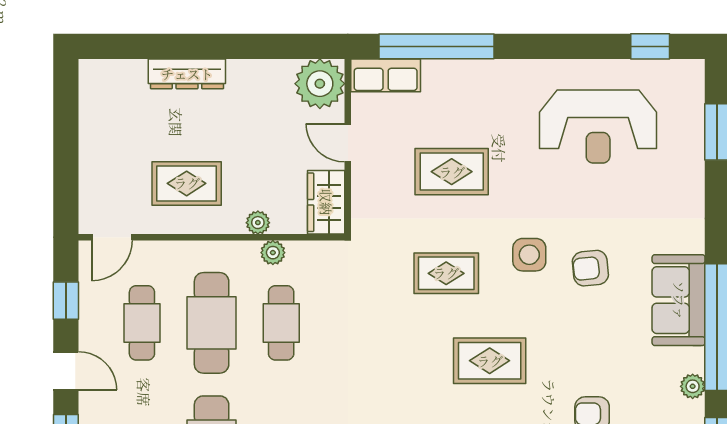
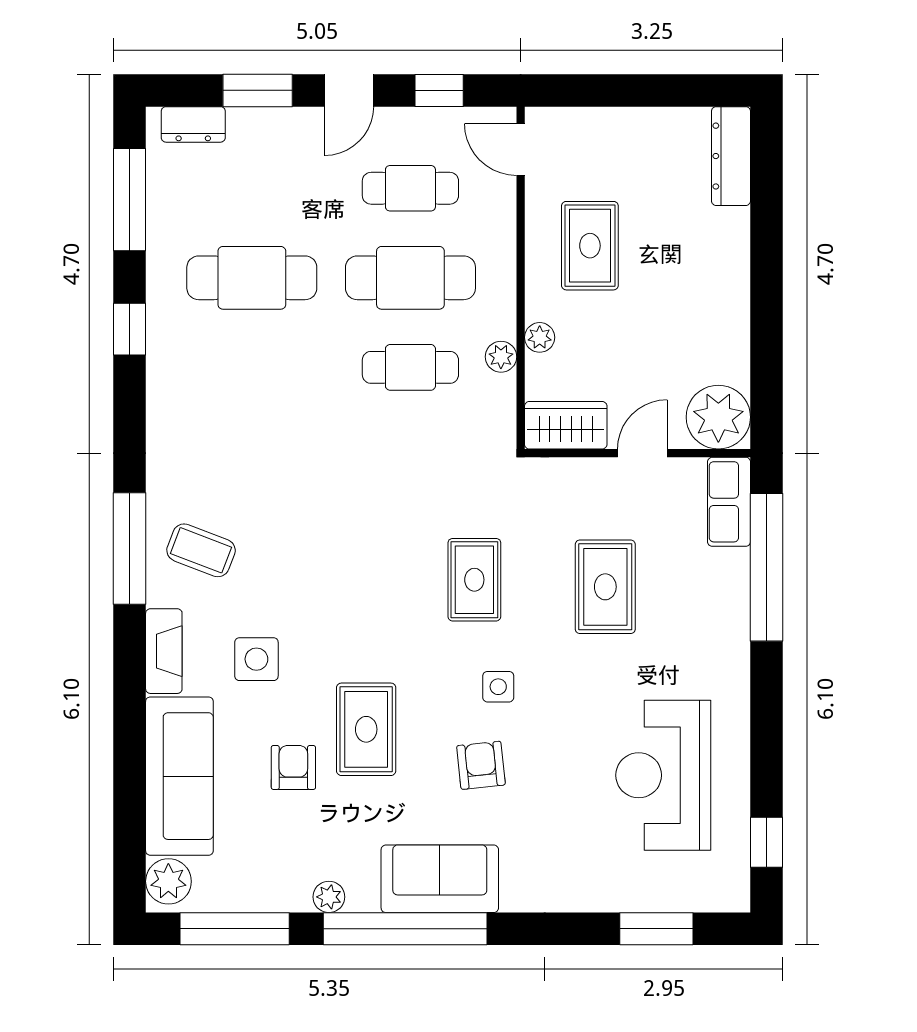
dresser: (187, 74) -> (731, 156), moved
side table: (529, 255) -> (498, 687), width x0.73, depth x0.73
rug: (490, 361) -> (366, 729), moved

